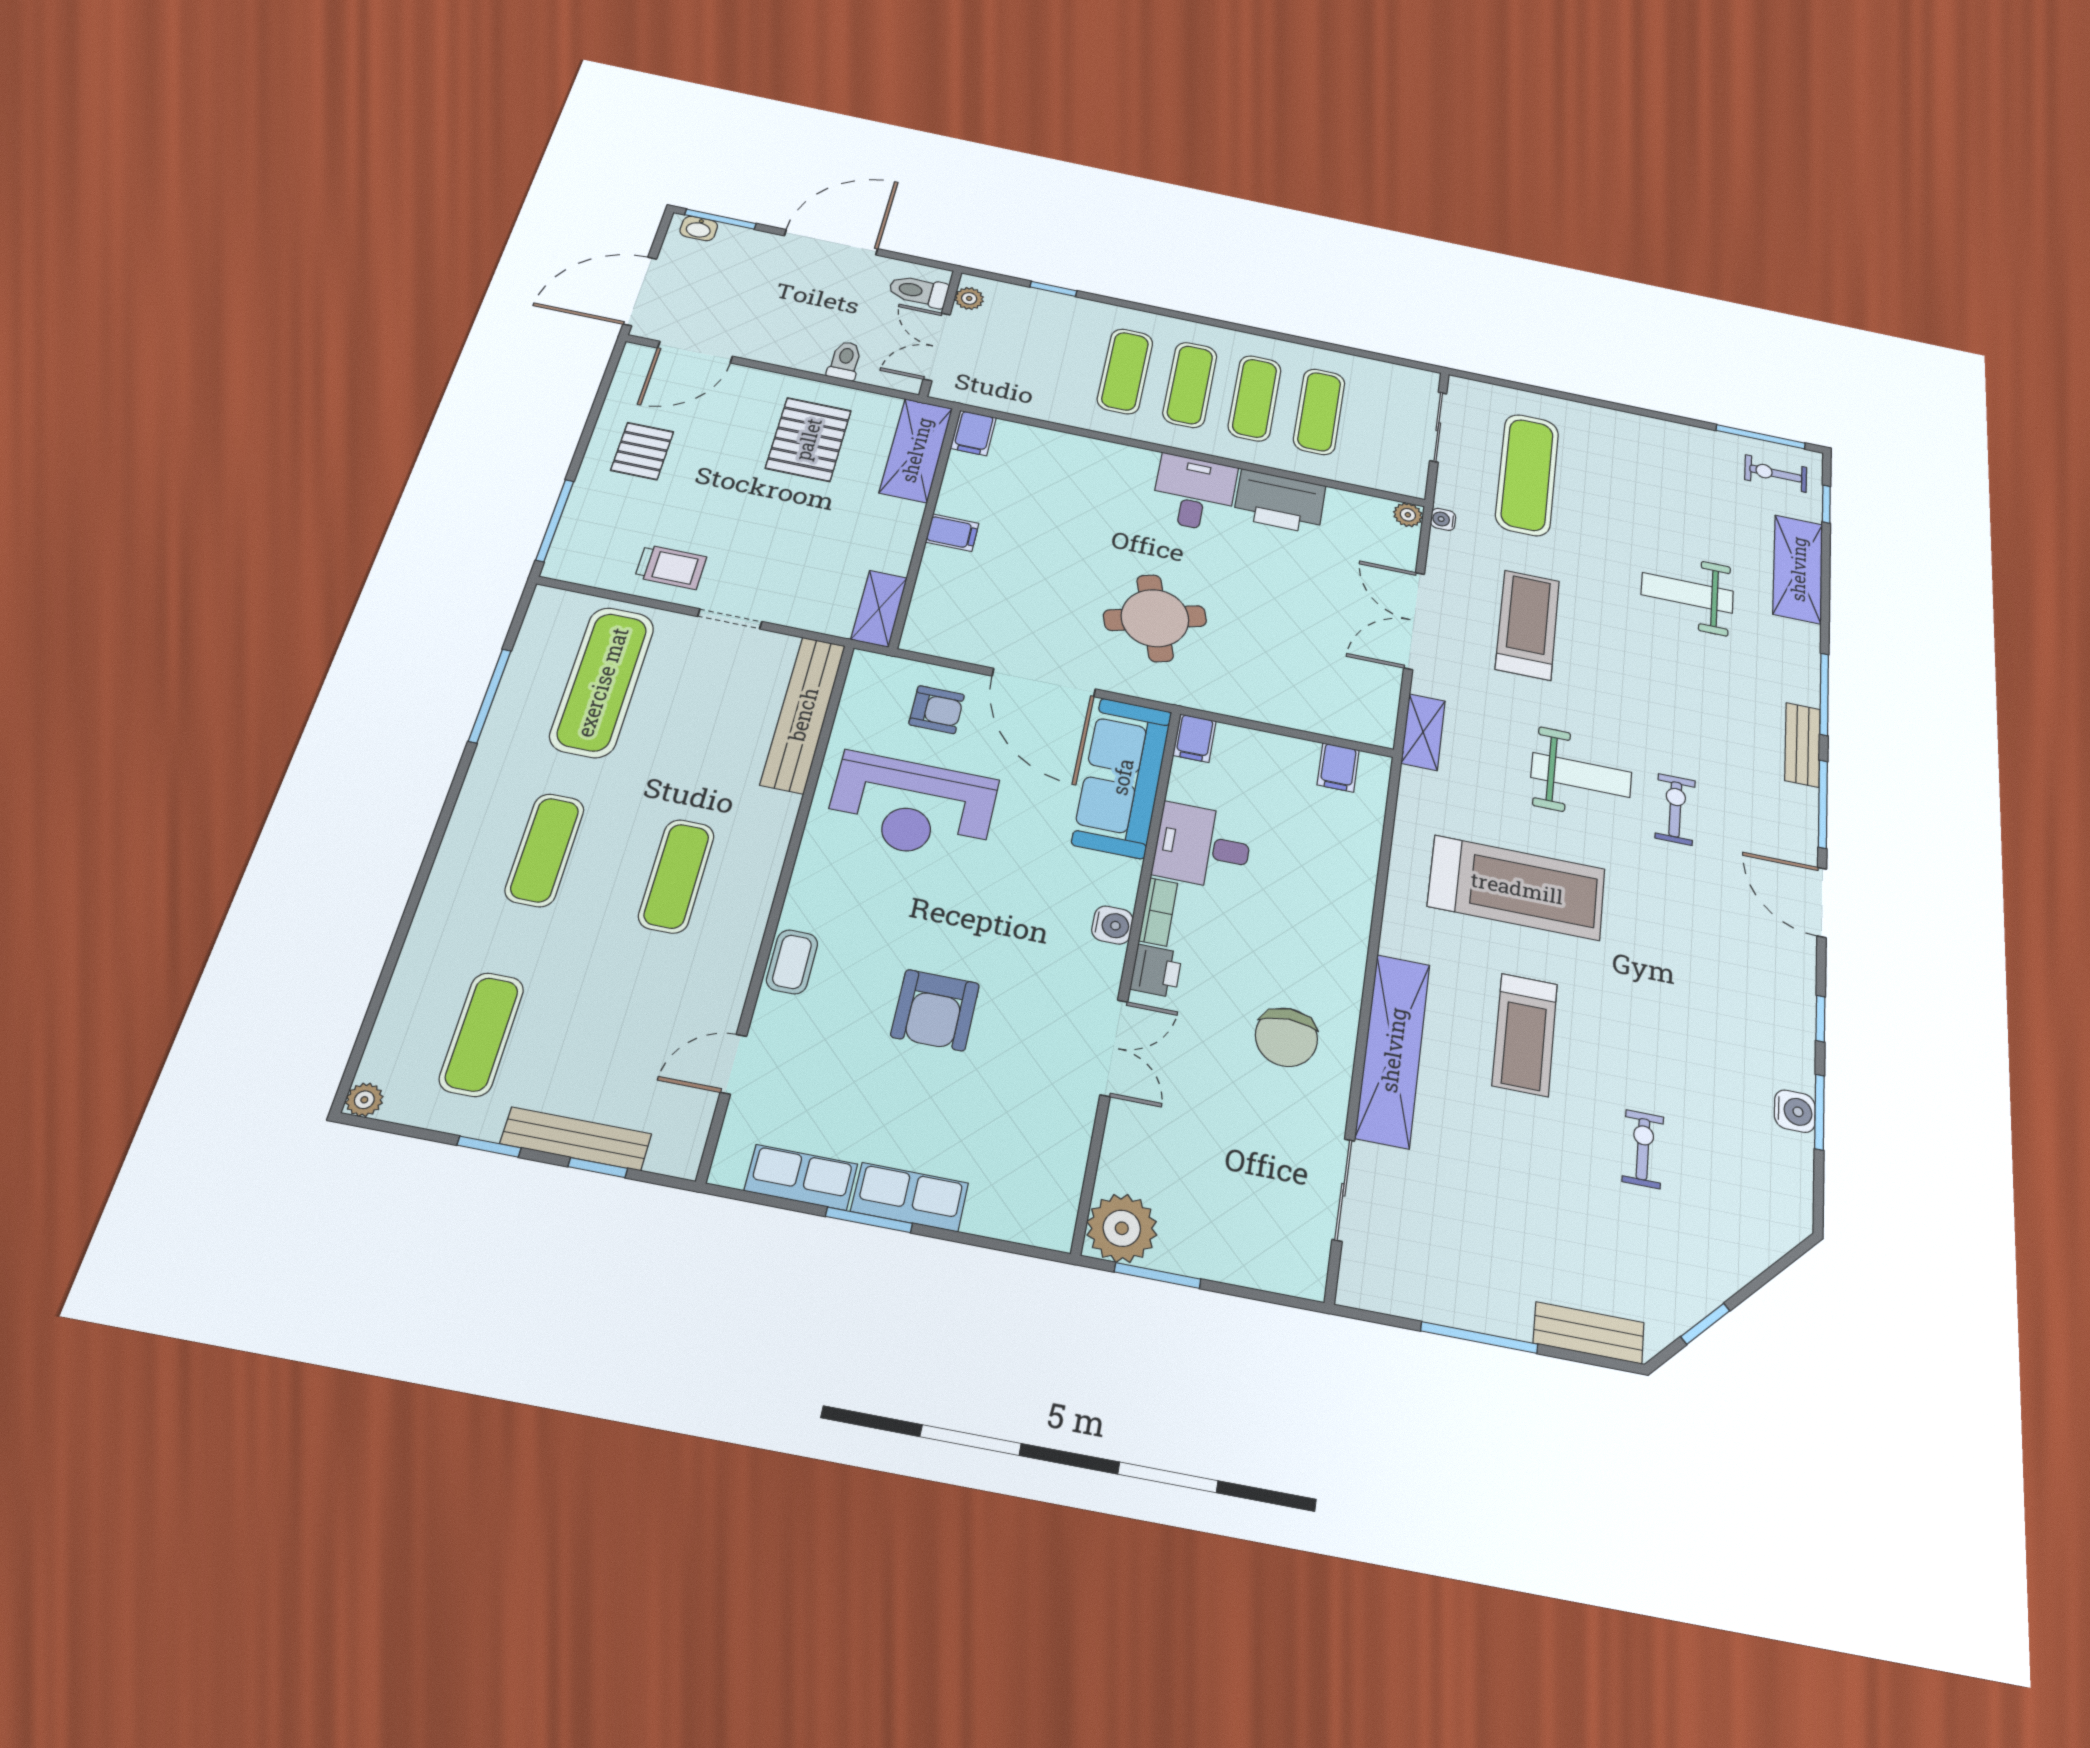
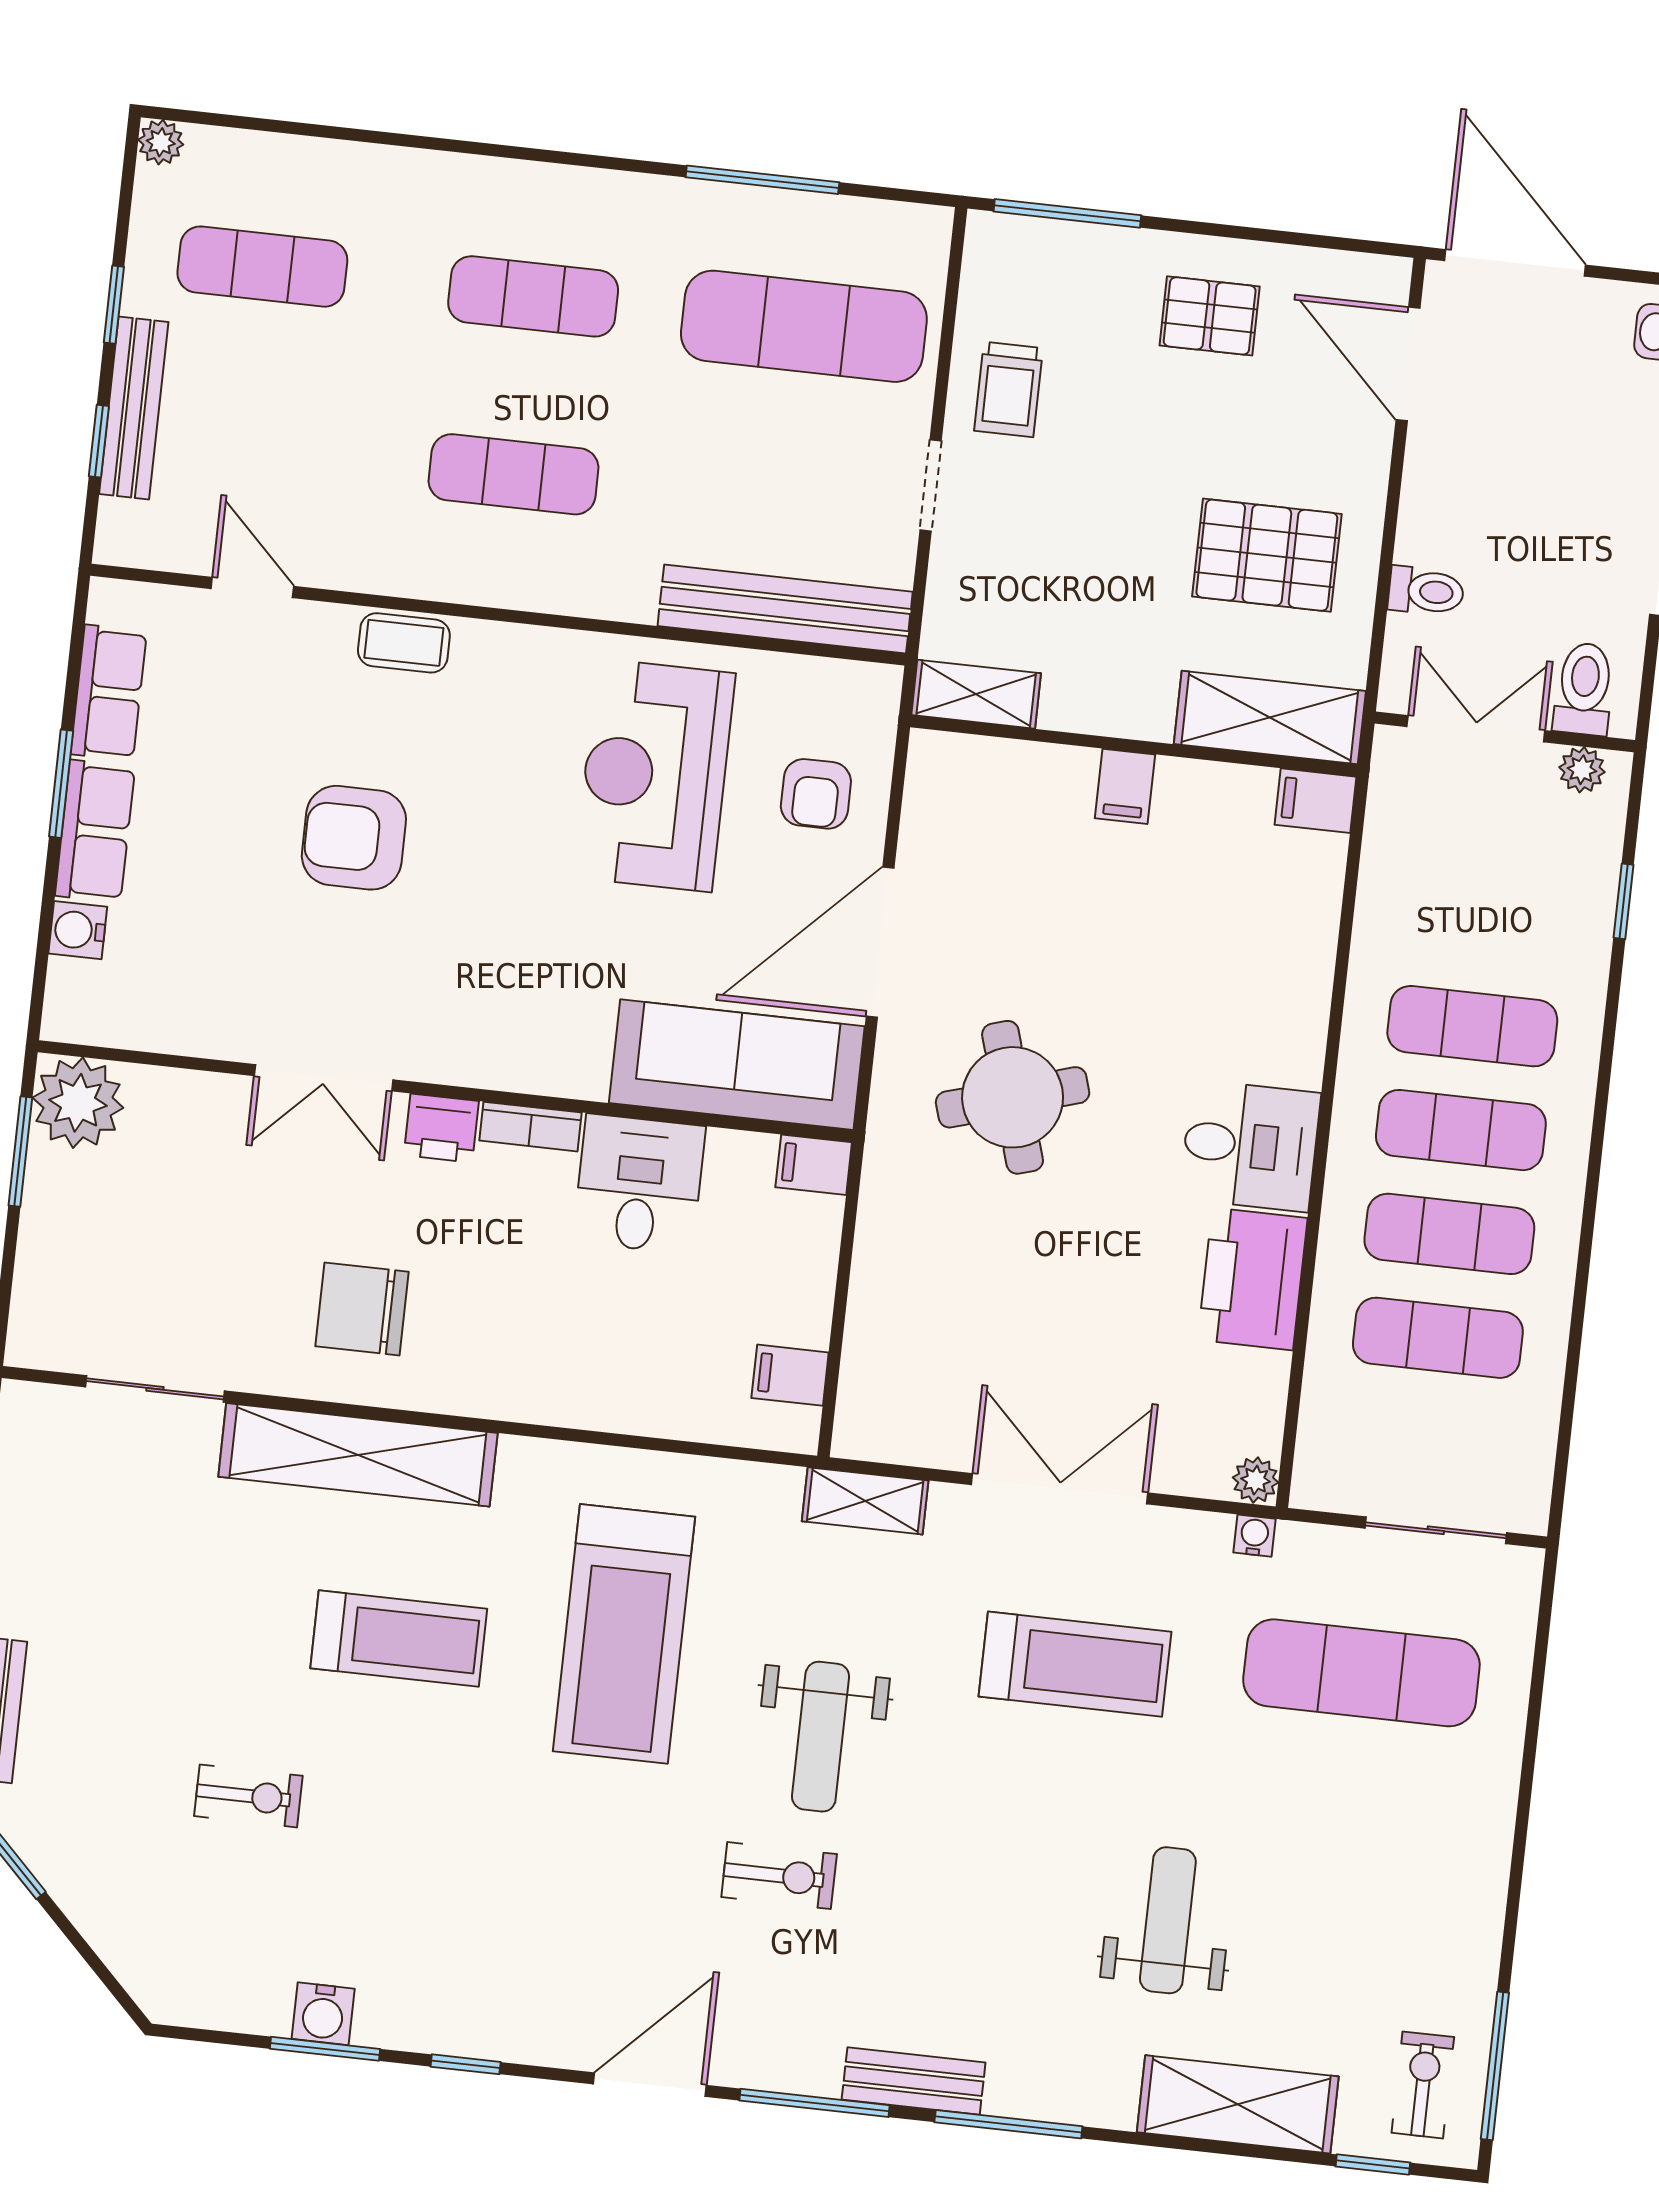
water cooler: (1112, 925) -> (78, 930), moved, turned 90
treadmill: (1525, 1035) -> (399, 1639), turned 180

